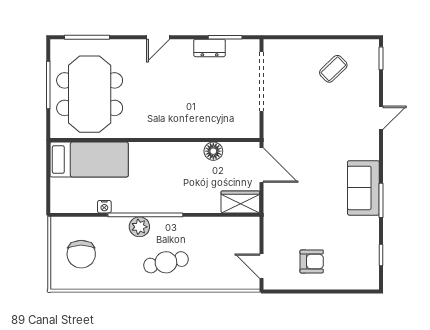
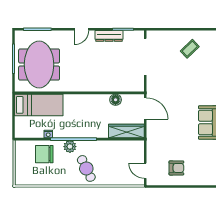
dresser: (210, 48) -> (109, 36), width x1.44
wardrobe: (240, 202) -> (126, 131), width x1.50
chair: (81, 254) -> (44, 154), moved, turned 90
cafe table: (166, 262) -> (86, 168), turned 76

